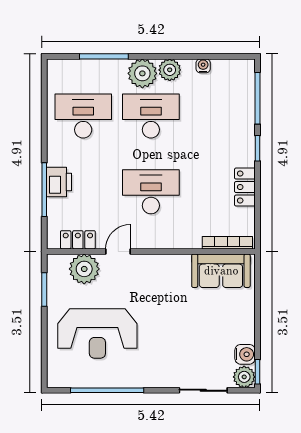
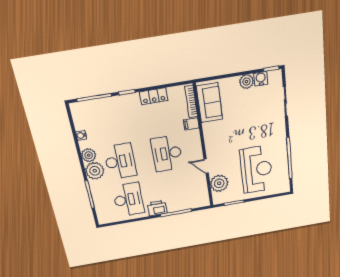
desk: (83, 116) -> (128, 200), turned 180
desk: (151, 116) -> (120, 161), turned 180
printer: (59, 182) -> (157, 208), moved
filing cabinet: (192, 238) -> (191, 124), added
locker: (78, 240) -> (202, 190), removed
plant: (244, 377) -> (246, 82), moved

